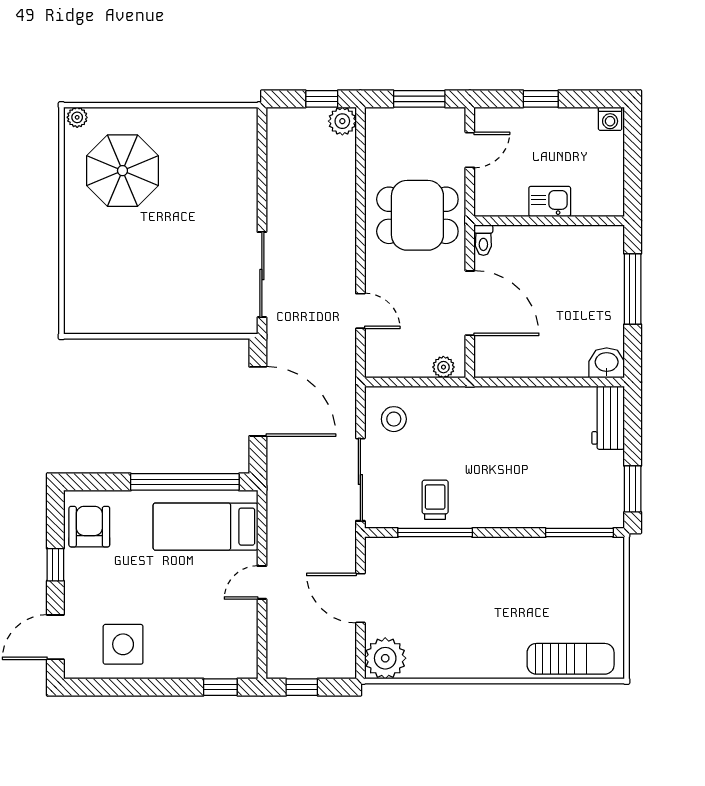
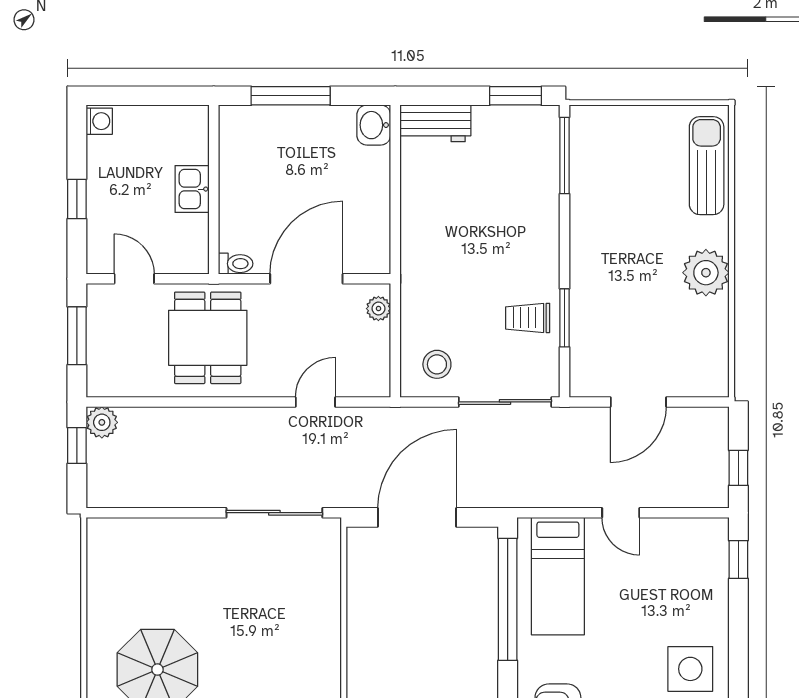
window: (435, 533) -> (565, 318), width x0.69
plant: (385, 658) -> (706, 273), moved

